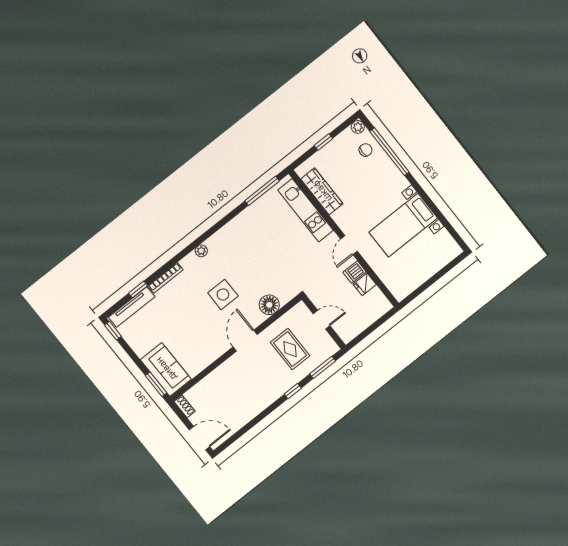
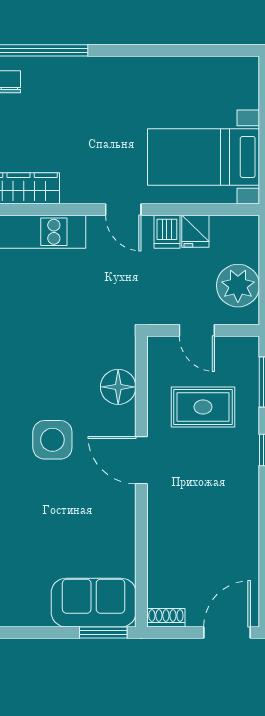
bed with nightstands: (403, 225) -> (204, 157), moved, turned 90
door: (322, 320) -> (197, 330), swing flipped
plant: (356, 322) -> (238, 286), added

